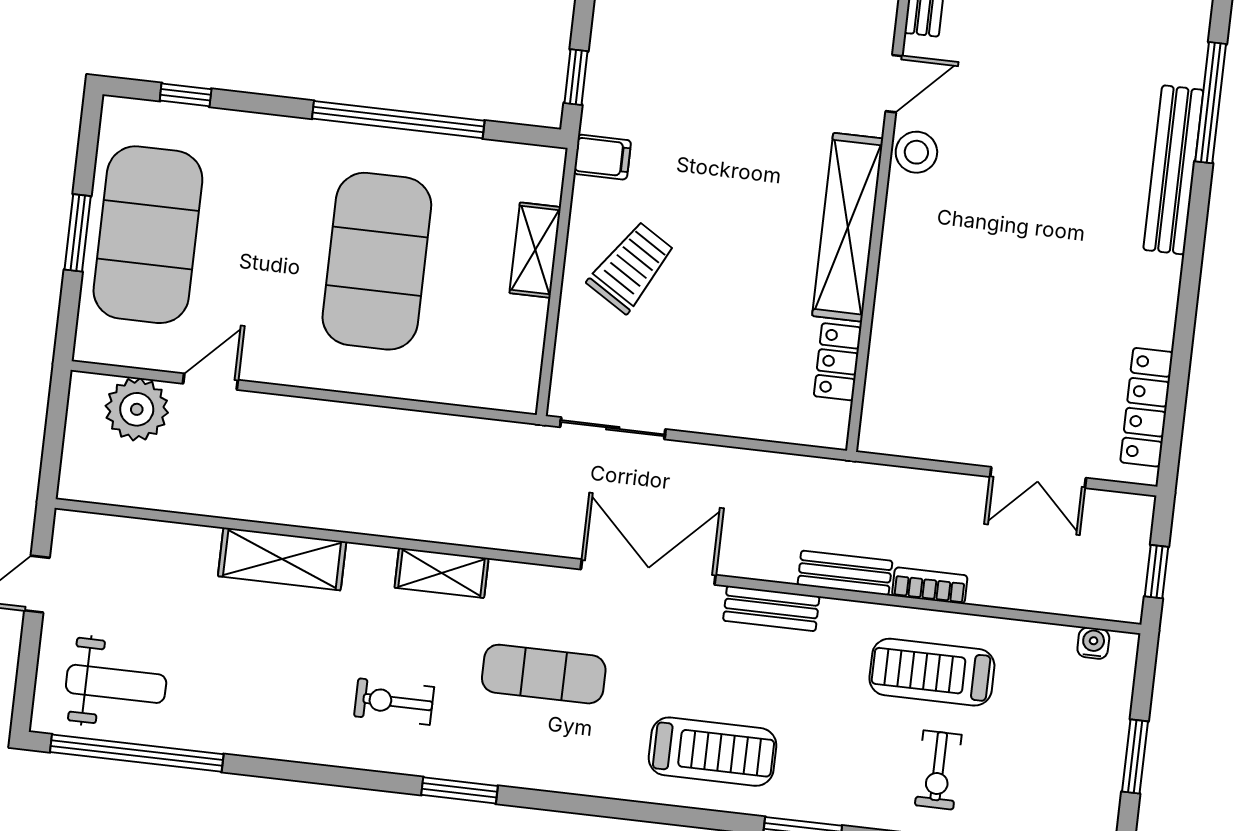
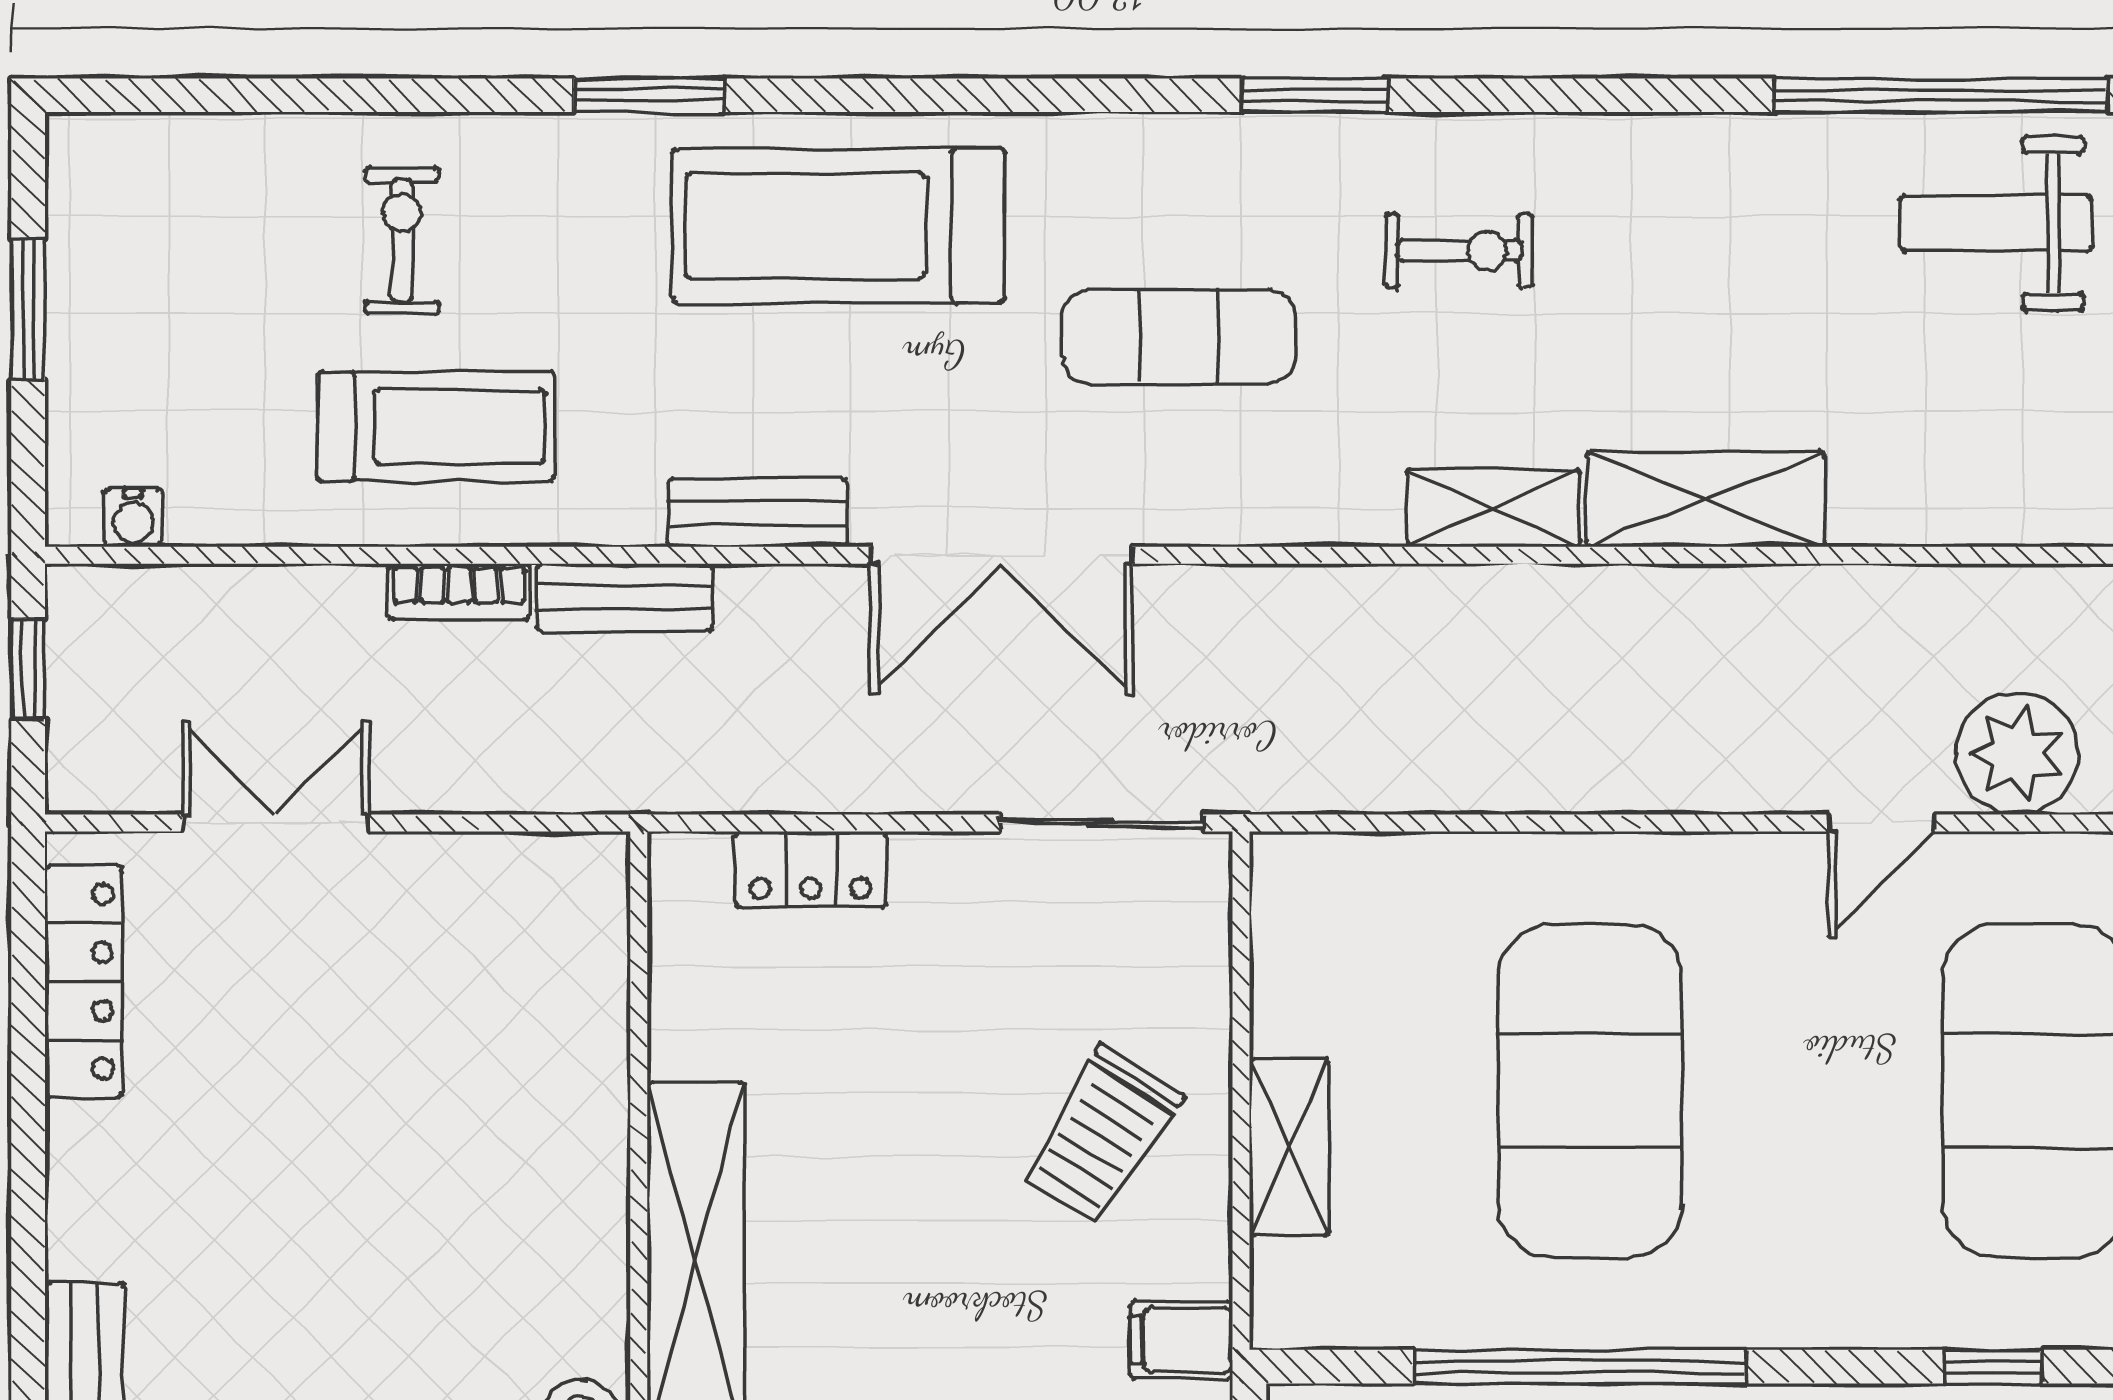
locker: (838, 362) -> (811, 869), moved, turned 90
shelving: (442, 573) -> (1493, 508), moved
treadmill: (712, 752) -> (839, 226), width x1.37, depth x1.38

